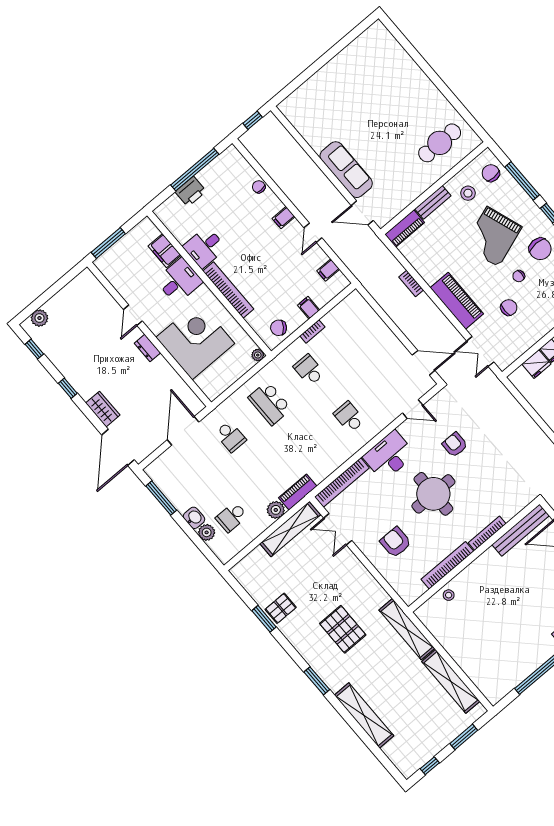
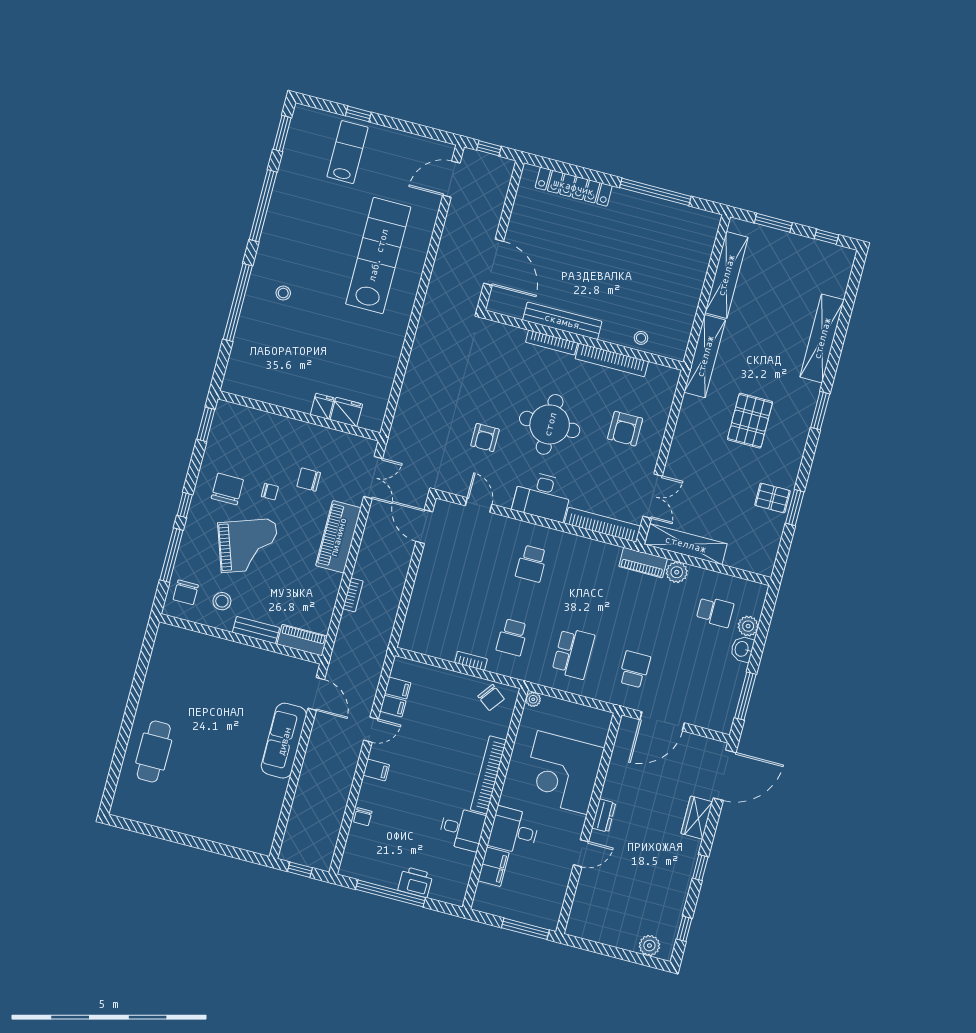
cafe table: (440, 143) -> (154, 752), moved, turned 90
filing cabinet: (309, 308) -> (393, 706), moved, turned -90
bench: (521, 530) -> (562, 321), moved

